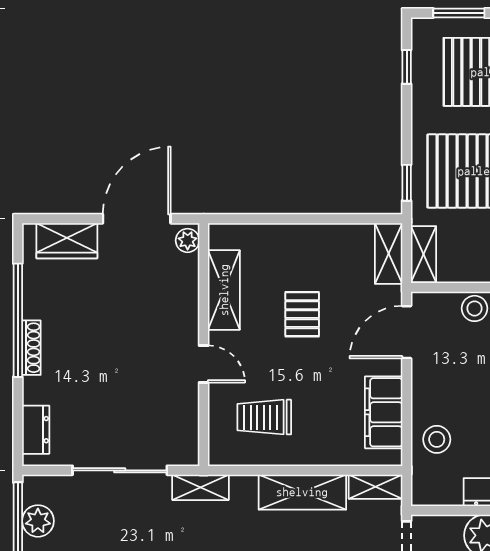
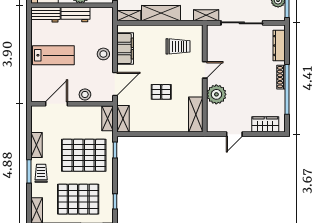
door: (137, 219) -> (234, 134), width x0.53
plant: (188, 240) -> (216, 94), moved, width x1.87, depth x1.87
shelving: (224, 290) -> (196, 115), moved
pallet: (302, 314) -> (161, 92), turned 90
door: (204, 364) -> (205, 70), swing flipped
dresser: (36, 430) -> (279, 46), width x1.44
stool: (437, 439) -> (103, 54), moved

